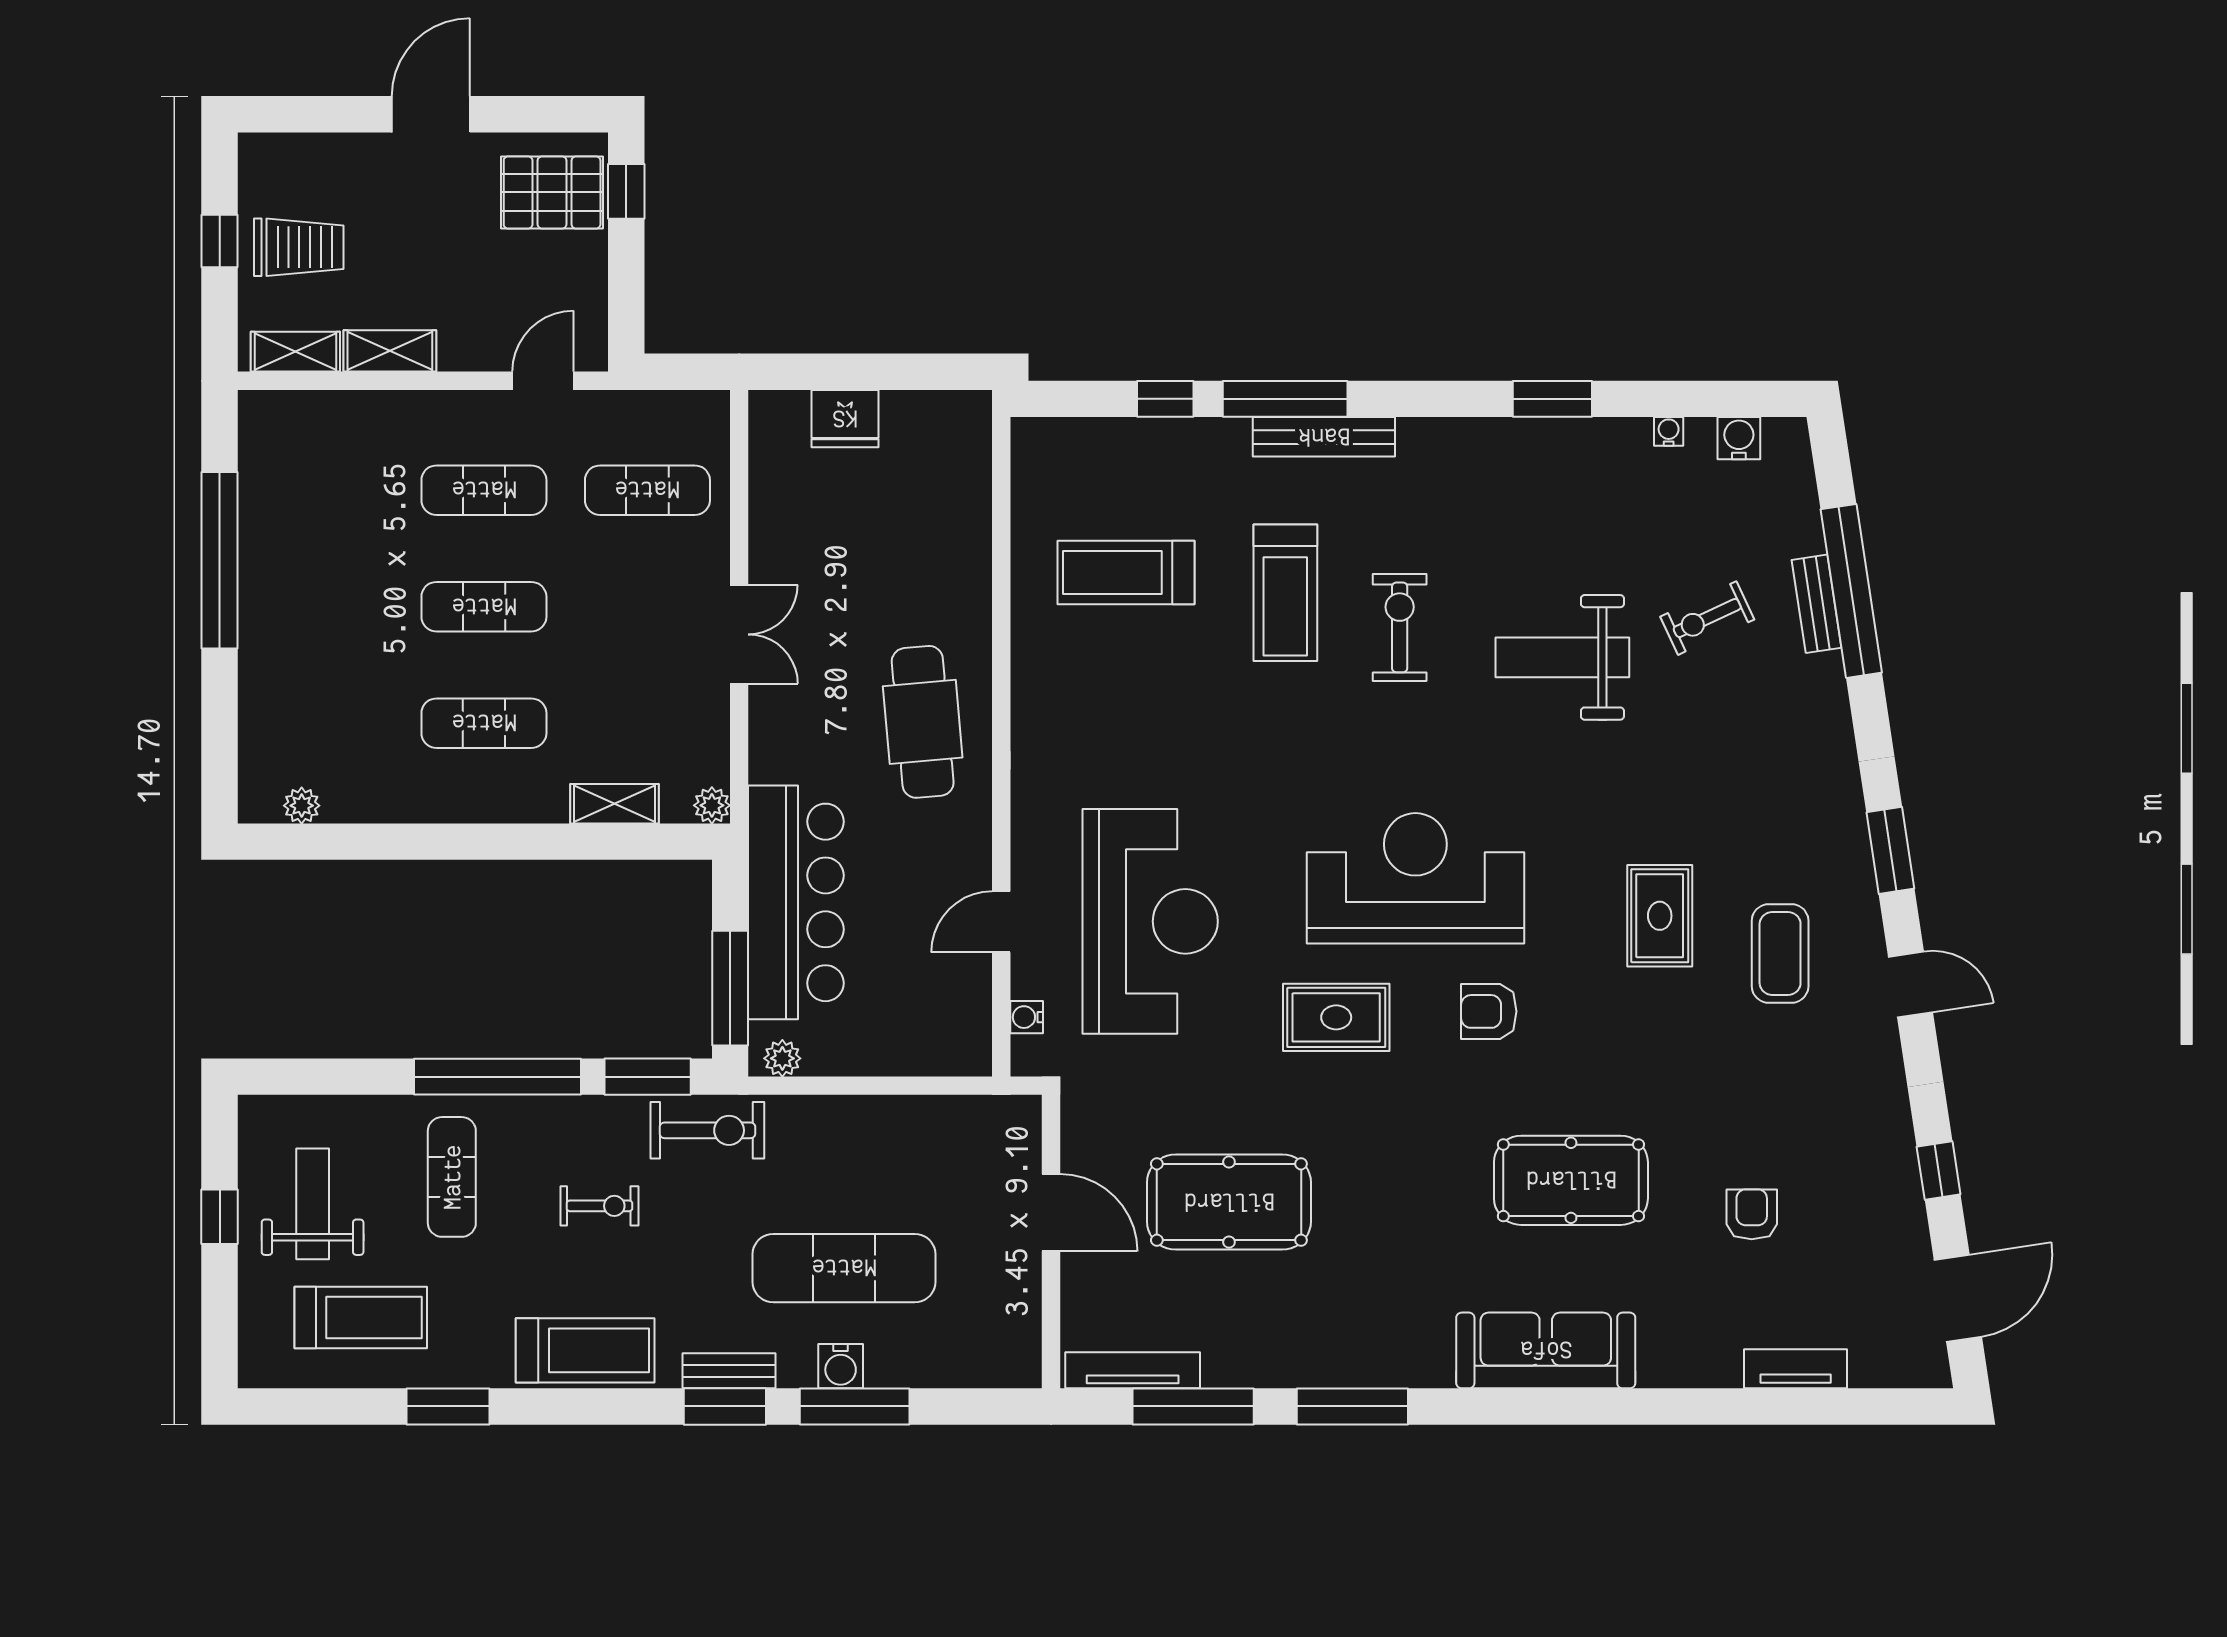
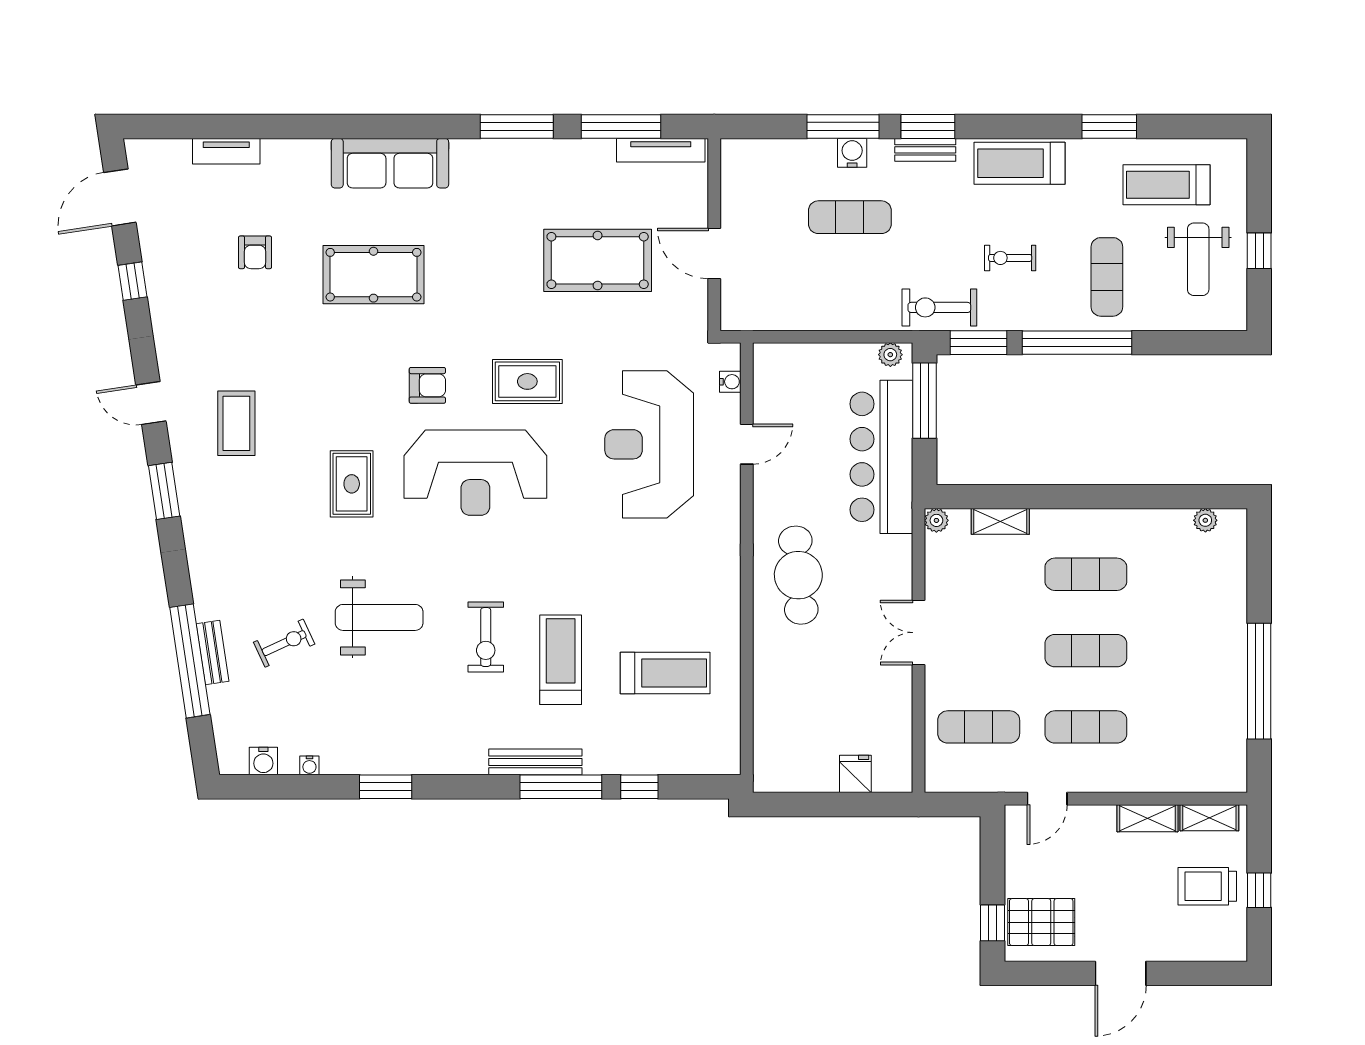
fridge: (845, 419) -> (855, 774), width x0.72
rug: (1660, 916) -> (352, 484), moved
exercise mat: (844, 1268) -> (850, 217), width x0.73, depth x0.69

